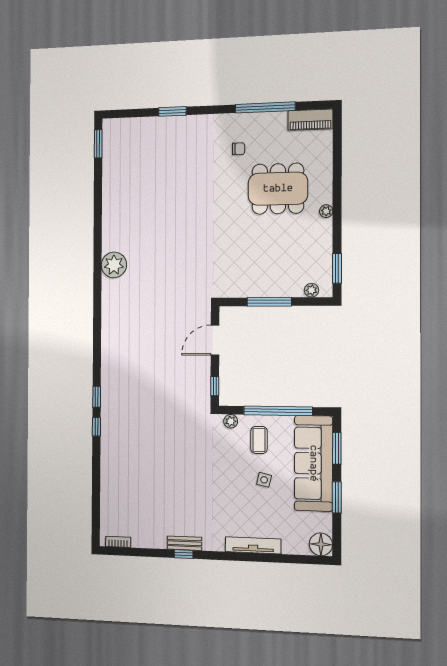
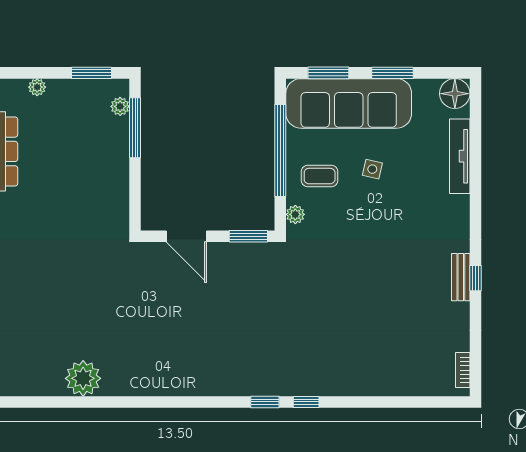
plant: (326, 211) -> (37, 87), moved
window: (269, 302) -> (135, 128), moved
window: (215, 386) -> (248, 236), width x1.50
tv unit: (253, 545) -> (460, 156), moved

